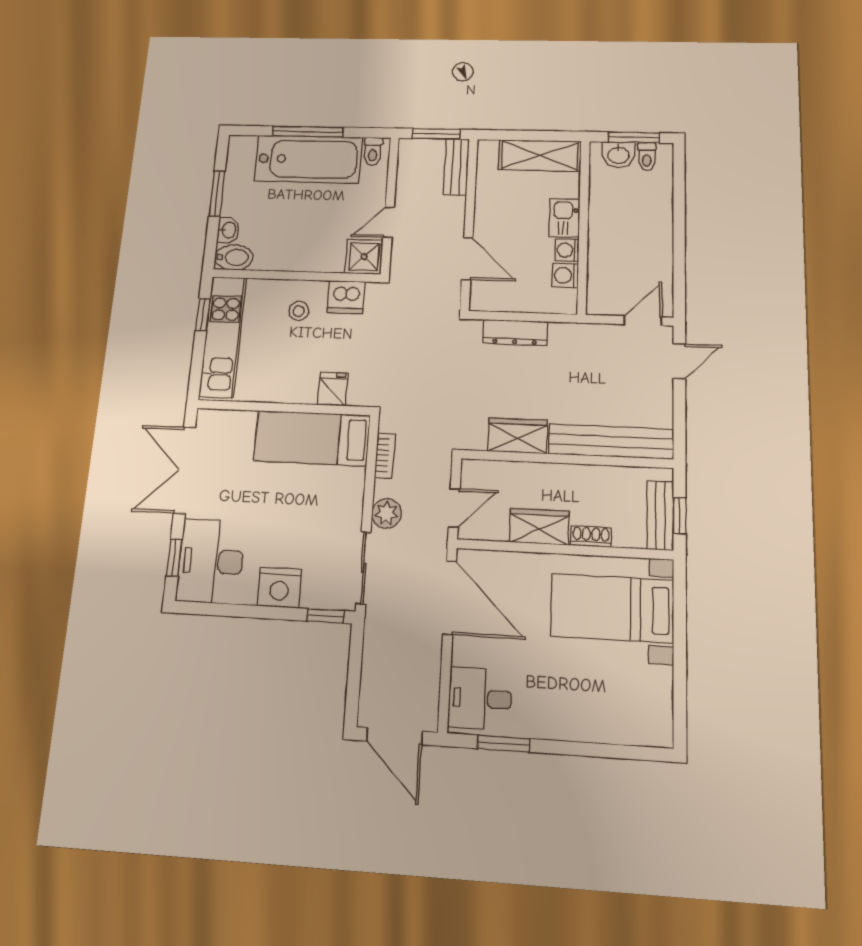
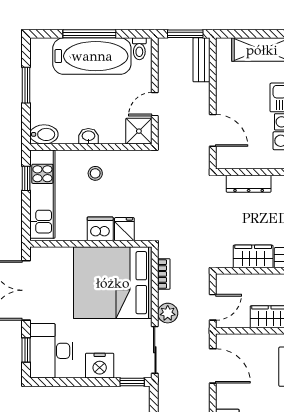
washbasin: (228, 230) -> (88, 136), moved, turned -90
dishwasher: (346, 297) -> (100, 229), moved, turned 180
bed: (312, 438) -> (113, 283), width x2.04
door: (450, 598) -> (213, 366), width x0.73

